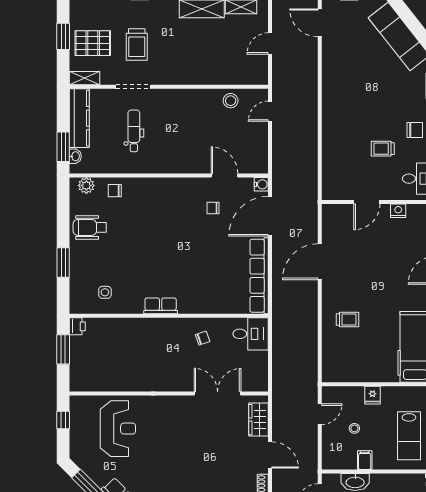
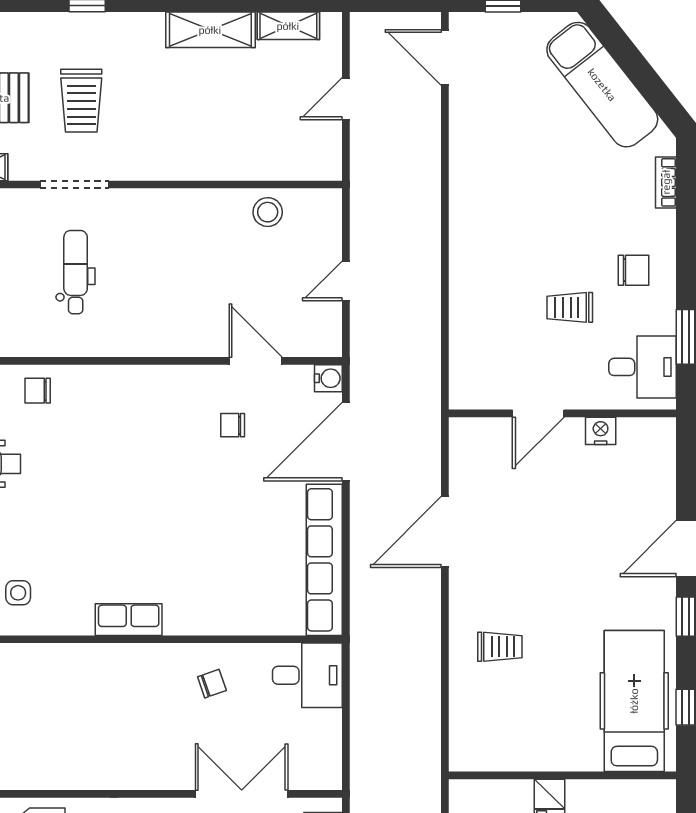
door: (270, 111) -> (346, 281), moved

